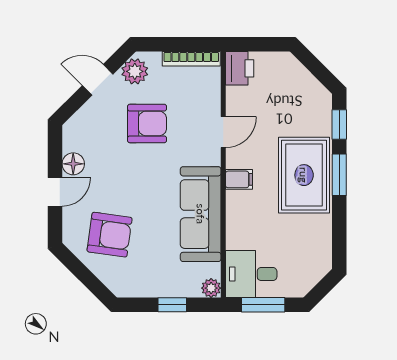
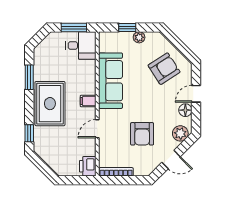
plant: (135, 71) -> (180, 133), moved
armchair: (147, 123) -> (142, 134), turned -90
window: (339, 175) -> (29, 77), moved
armchair: (110, 235) -> (164, 69), turned 139
plant: (211, 288) -> (139, 37), moved

